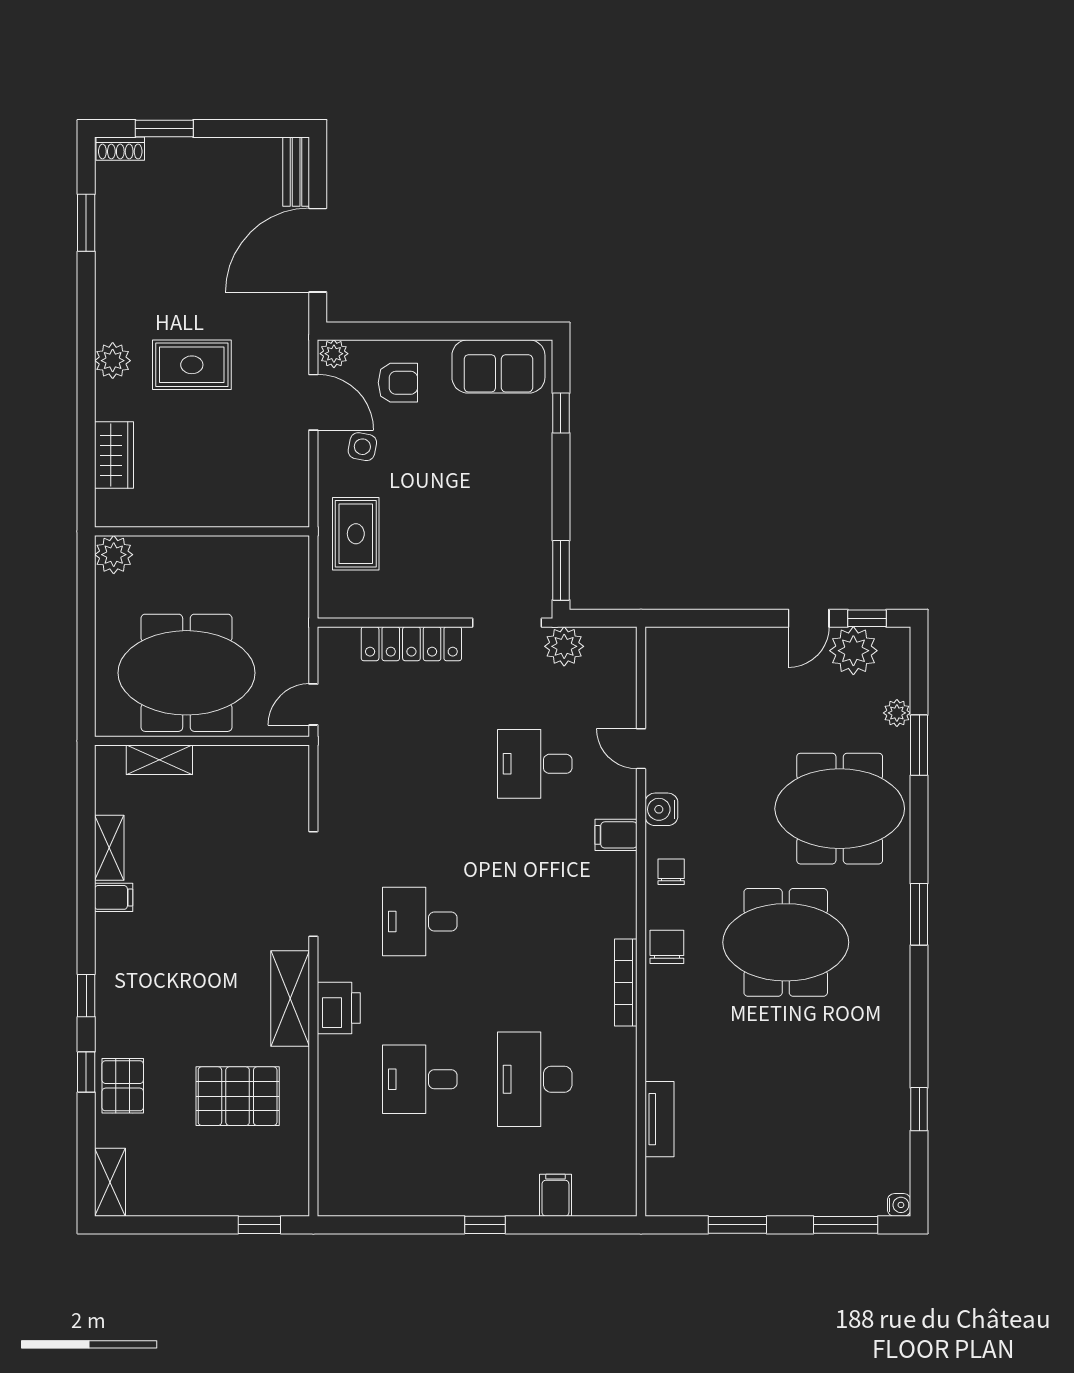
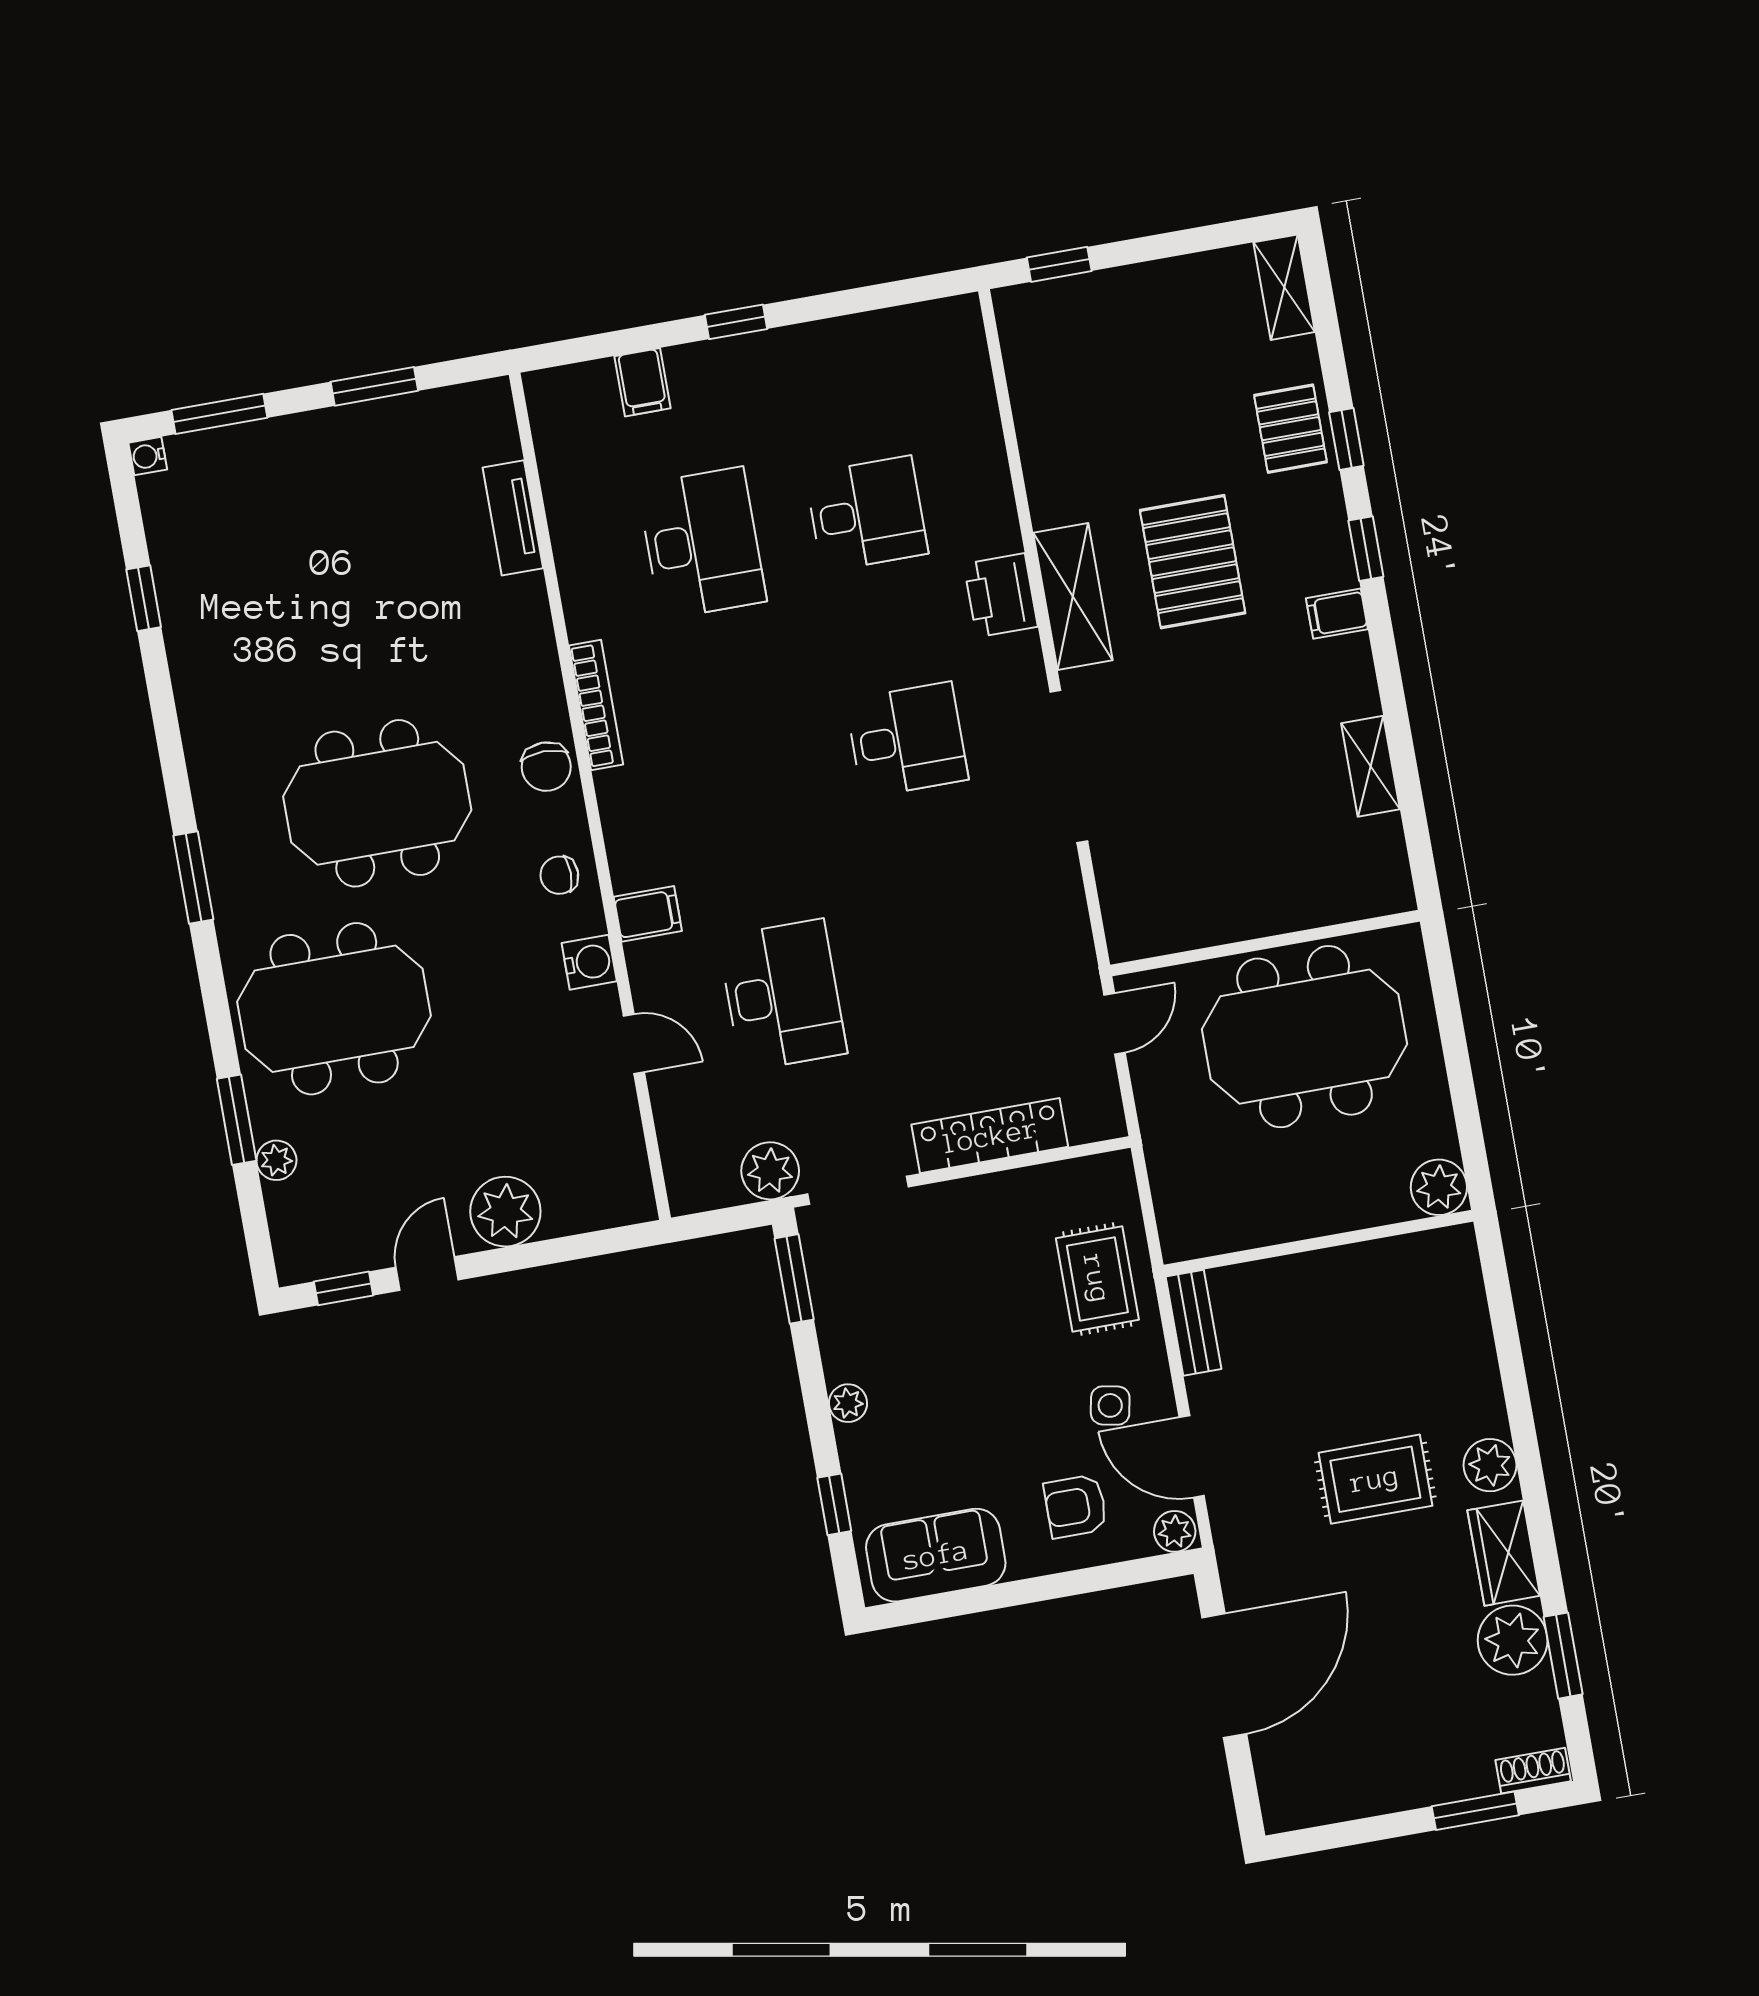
bench: (296, 172) -> (1193, 1323), moved
plant: (118, 239) -> (1513, 1640), added
wardrobe: (114, 455) -> (1504, 1553), moved
plant: (539, 480) -> (848, 1403), added
plant: (853, 651) -> (505, 1212), moved
shelving: (159, 760) -> (1321, 905), removed
desk: (535, 764) -> (782, 995), width x1.37
chair: (671, 872) -> (559, 875), turned 90
filing cabinet: (114, 897) -> (1337, 614), moved
pallet: (238, 1096) -> (1193, 562), moved, turned 90

